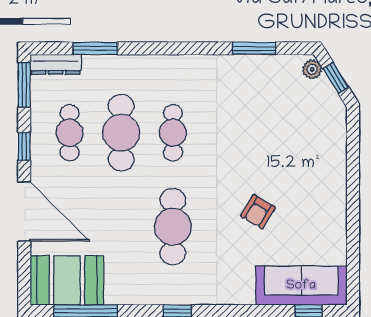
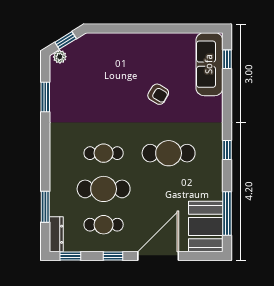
window: (24, 85) -> (70, 256), width x0.67

